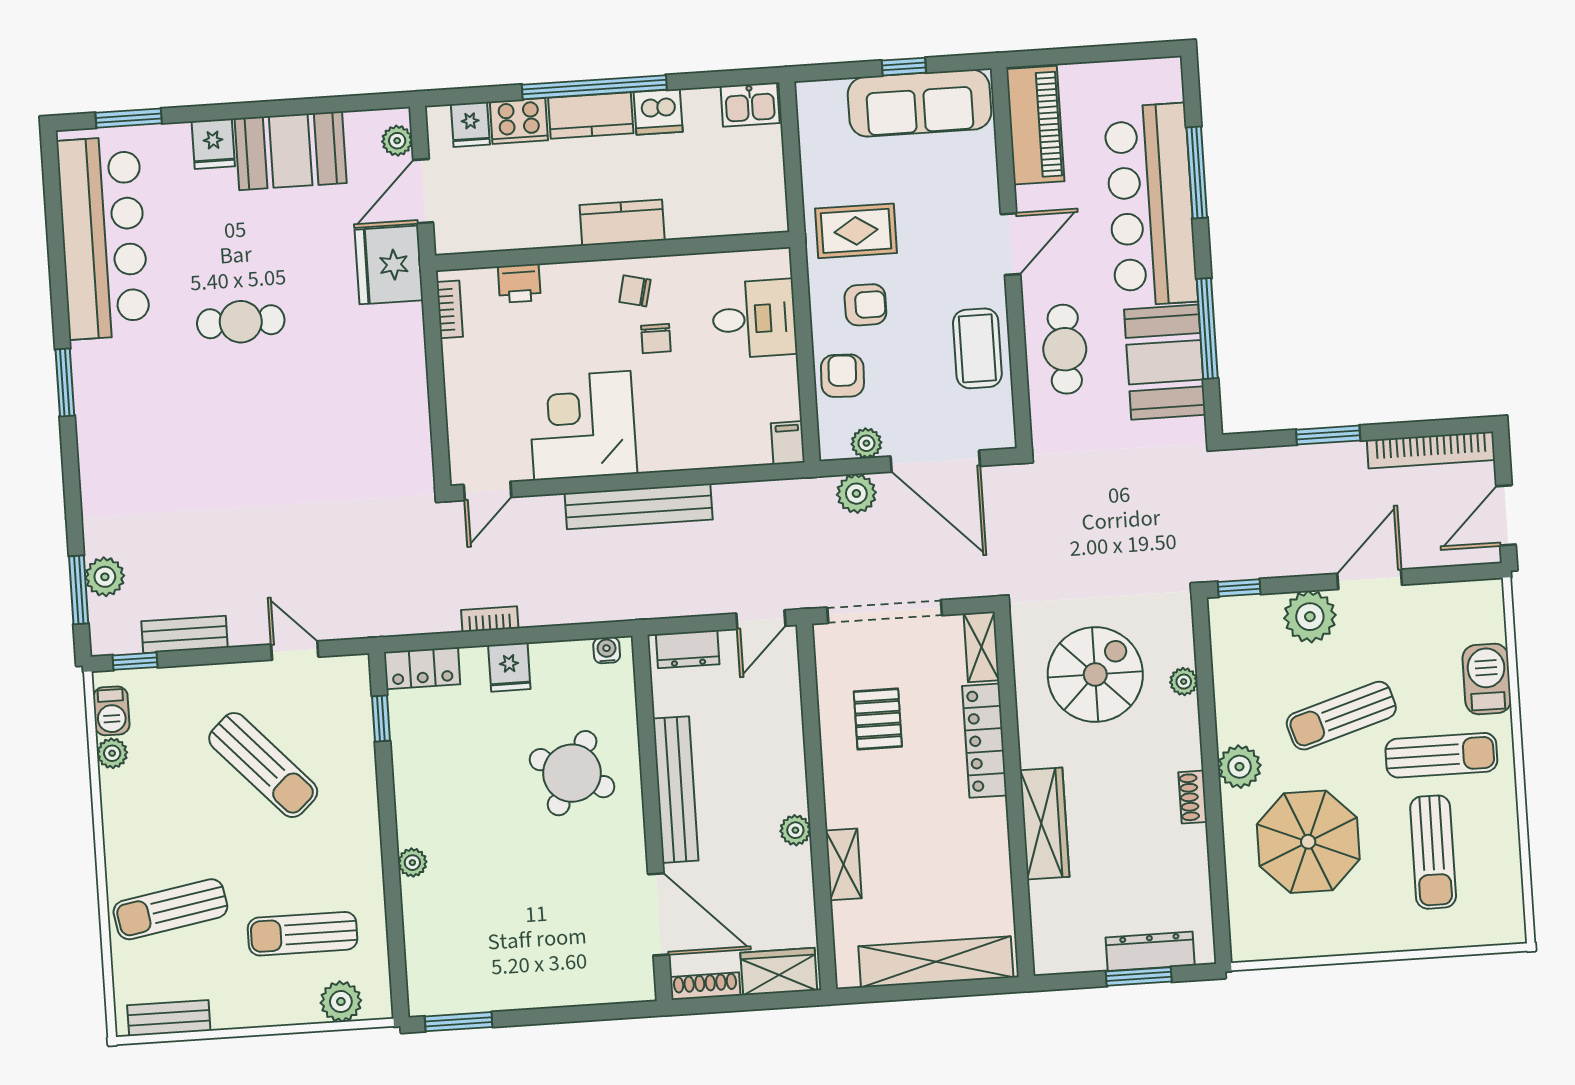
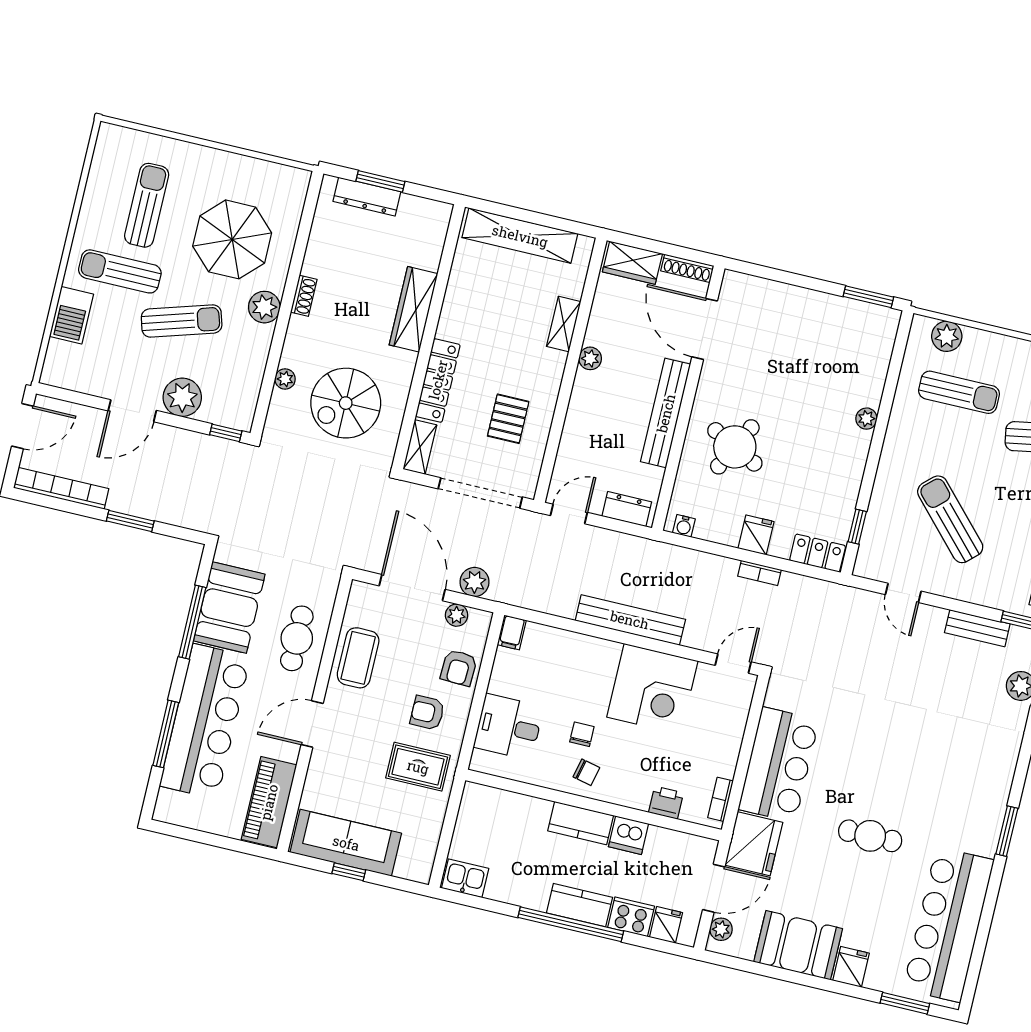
dishwasher: (658, 112) -> (629, 835), moved, turned 180
bar counter: (388, 378) -> (779, 765), added

